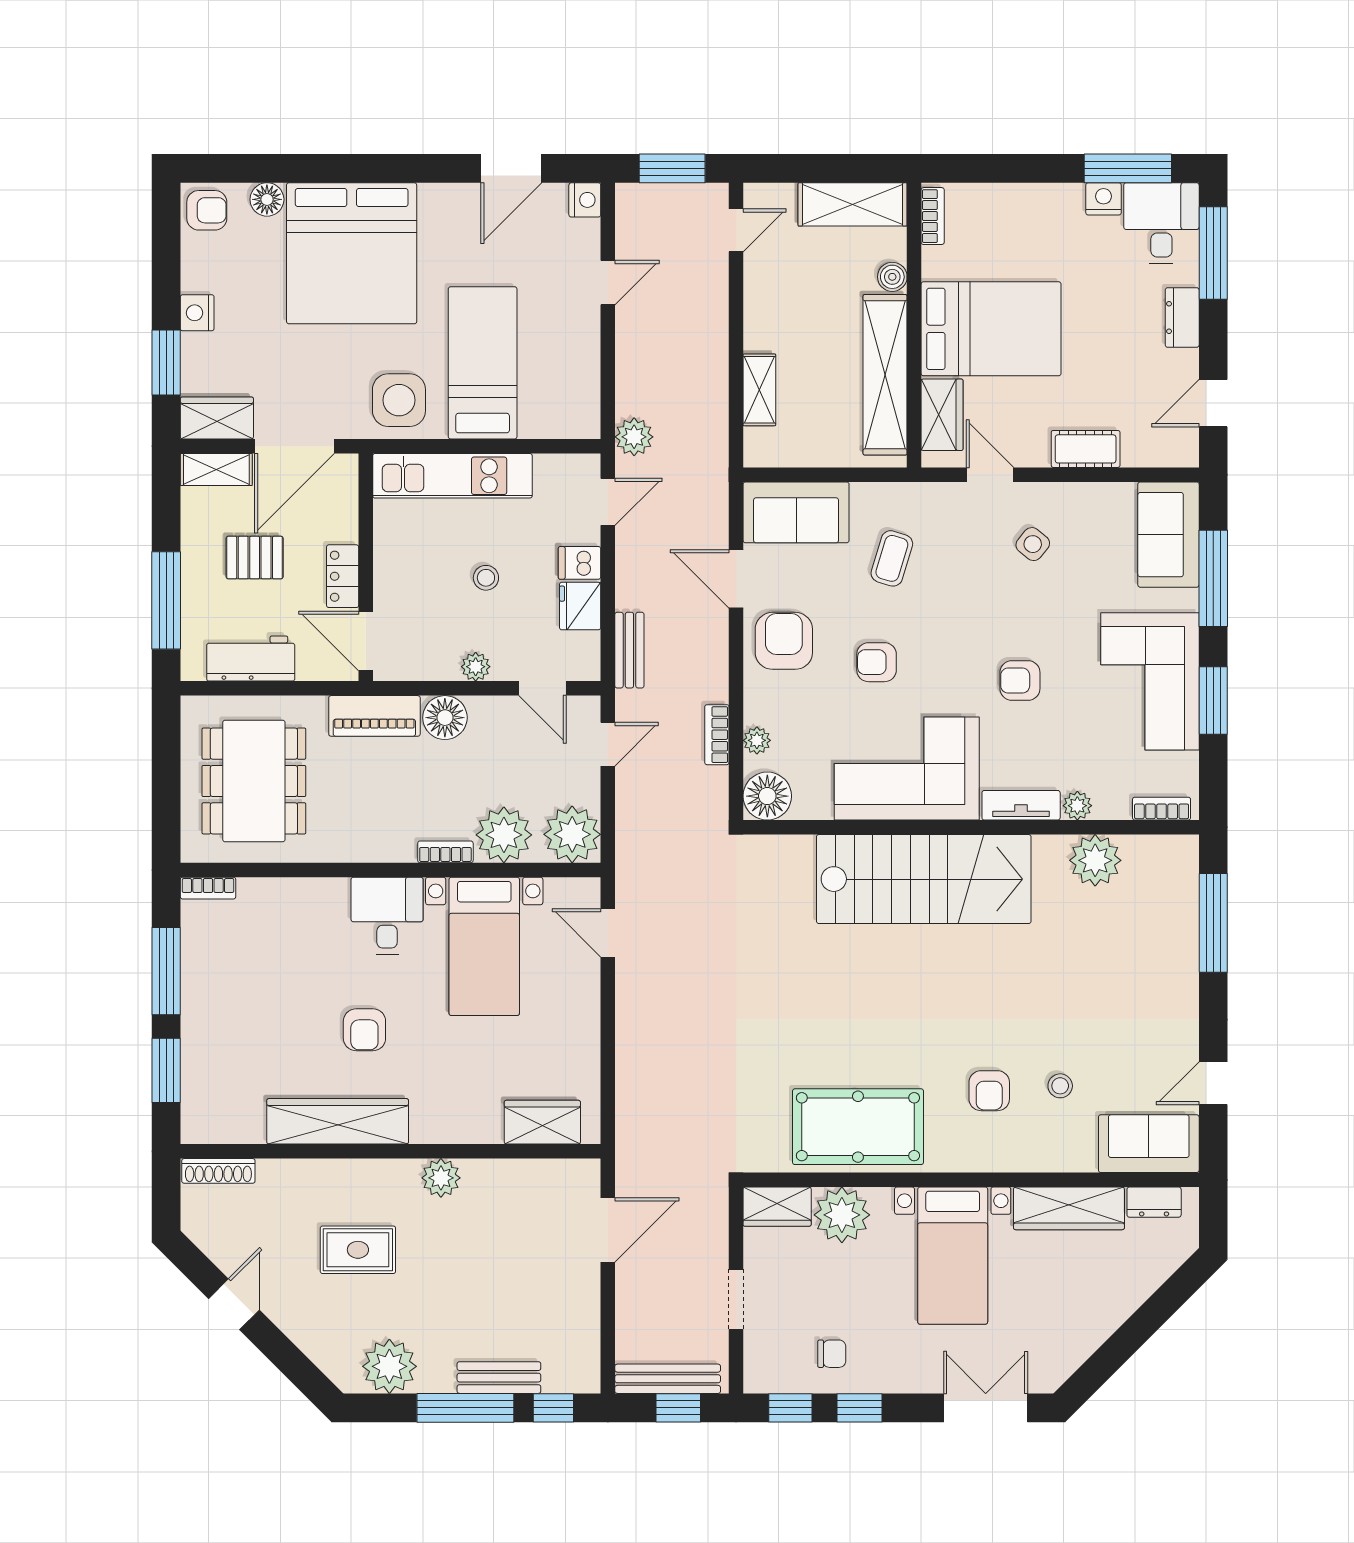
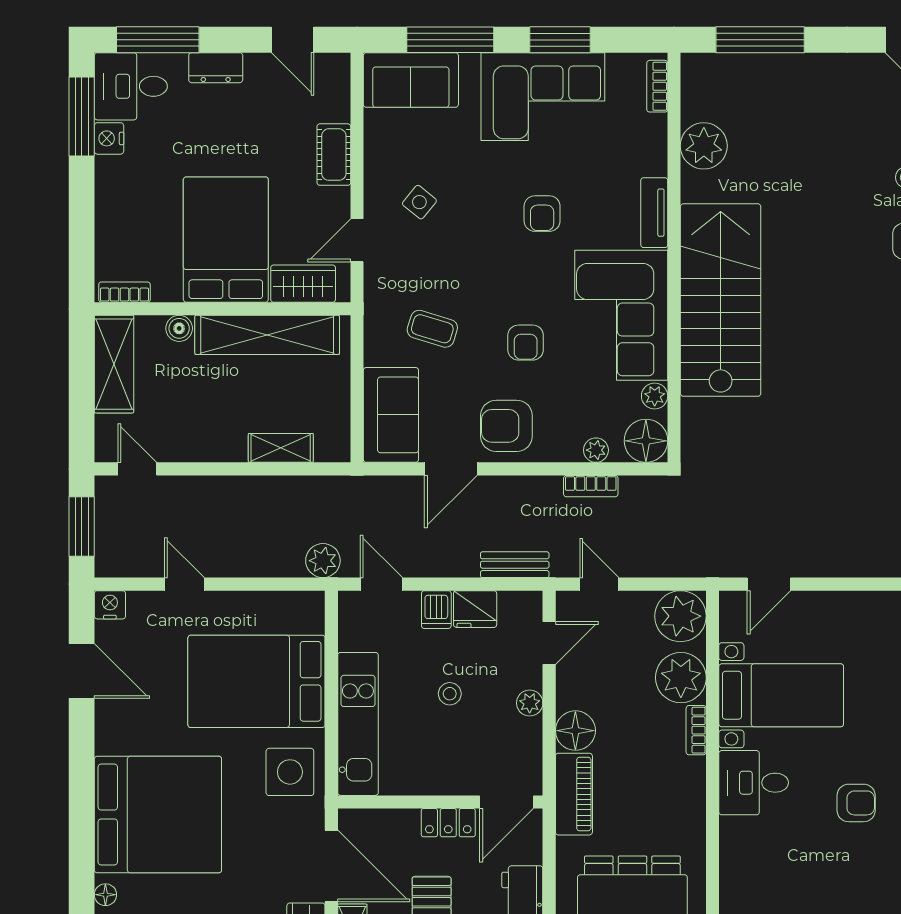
floor lamp: (267, 199) -> (105, 895), width x0.73, depth x0.73
bed: (483, 363) -> (256, 681), width x1.50
plant: (1077, 806) -> (655, 396), moved

